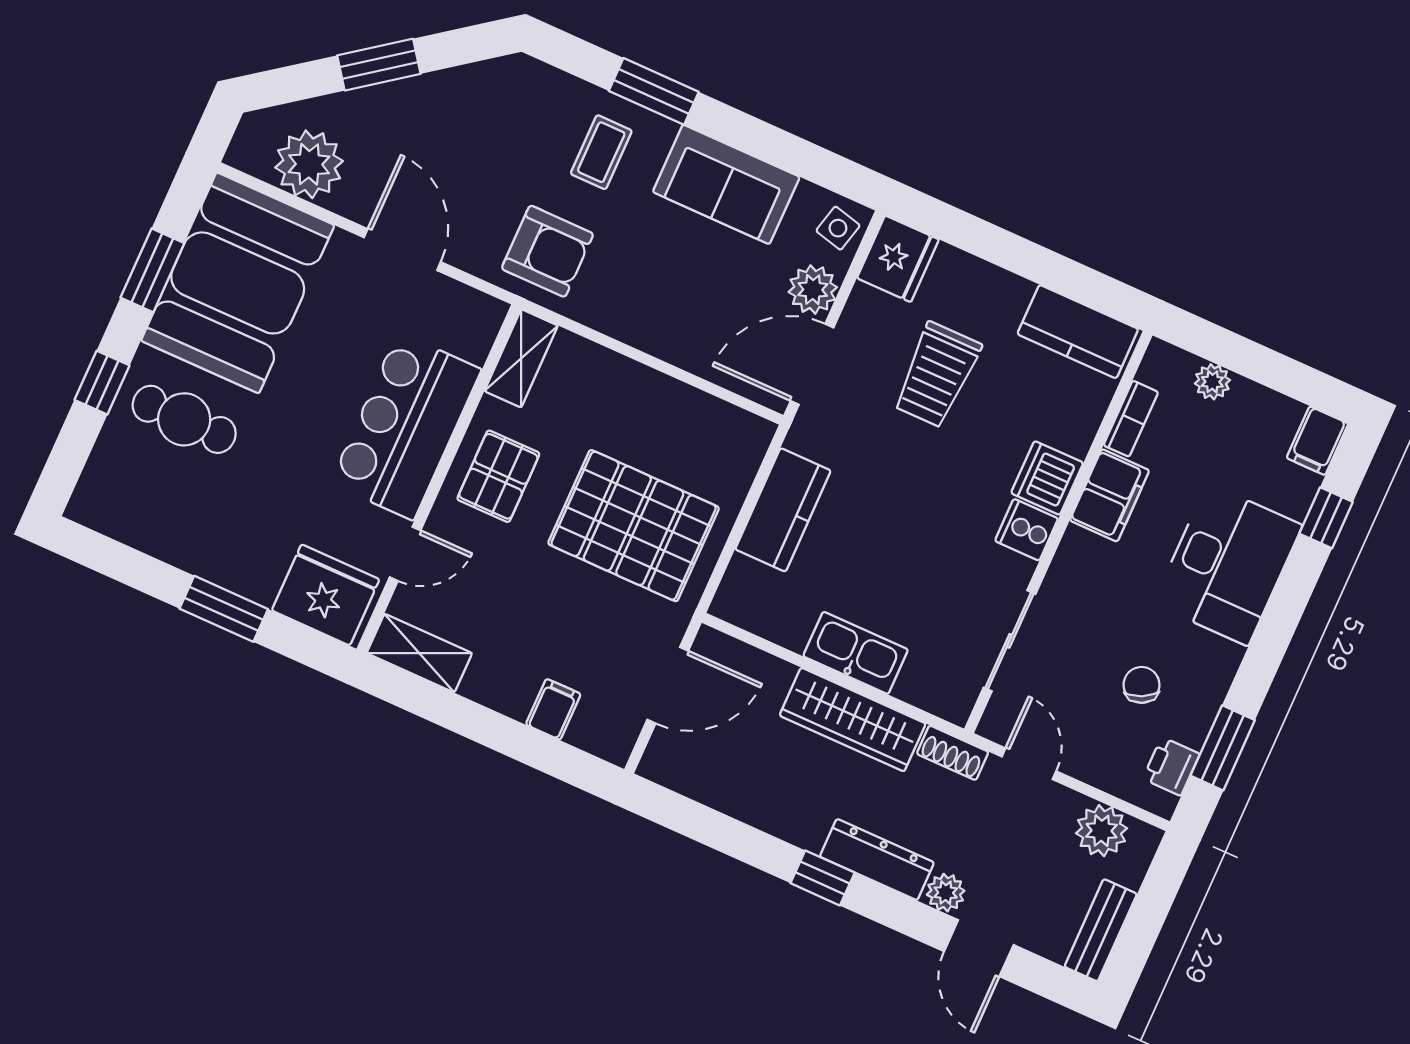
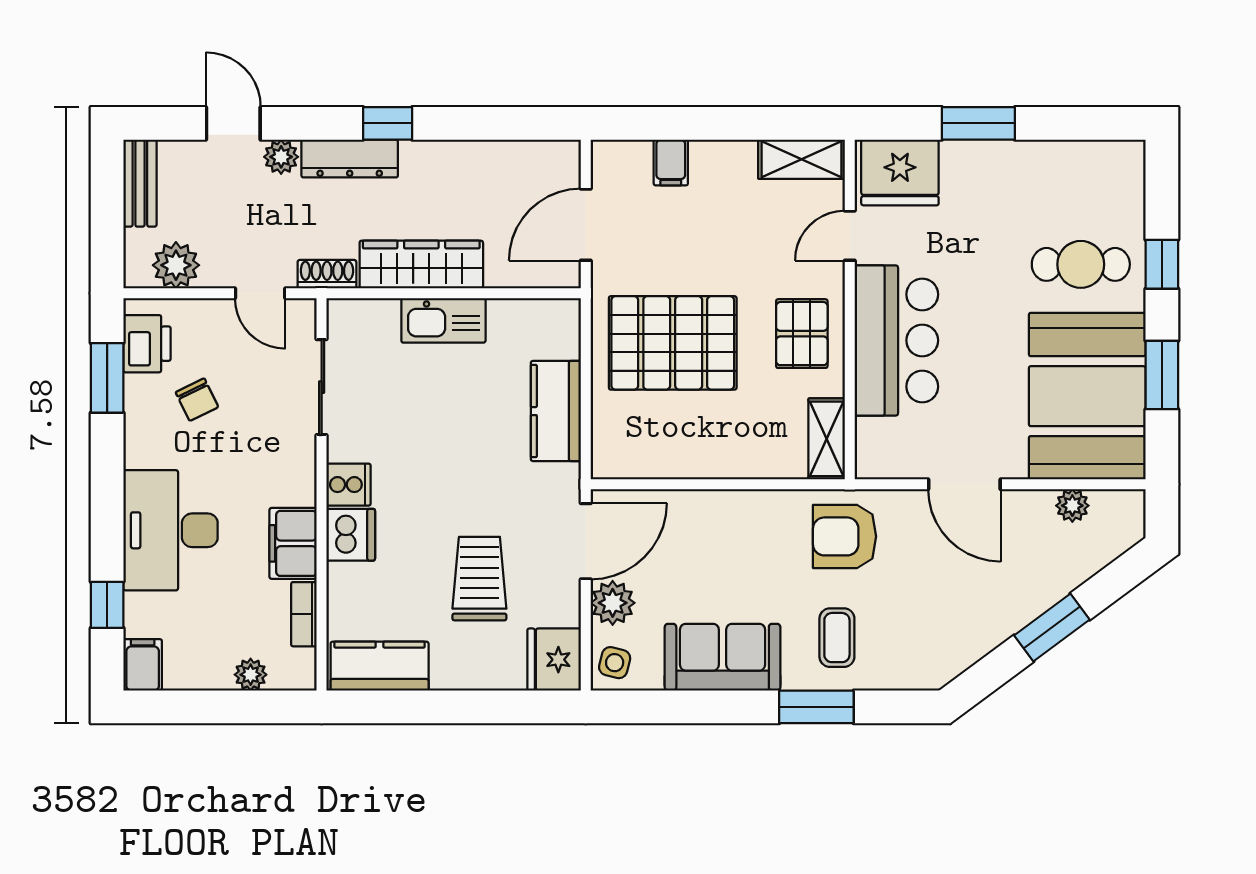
plant: (309, 164) -> (1072, 506), width x0.53, depth x0.53
printer: (1171, 766) -> (147, 344), width x1.36, depth x1.24

